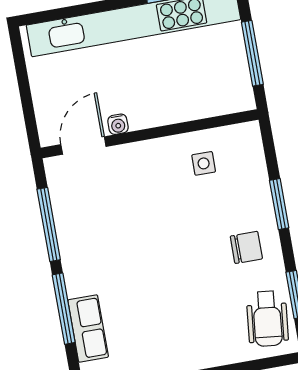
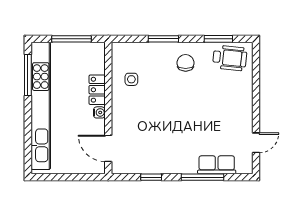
locker: (176, 110) -> (97, 90), added
water cooler: (118, 124) -> (99, 112), moved
window: (49, 224) -> (151, 177), width x0.46

